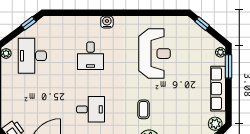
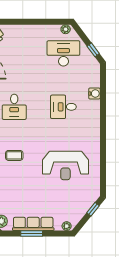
water cooler: (107, 22) -> (94, 94), moved
window: (228, 66) -> (32, 233), moved

